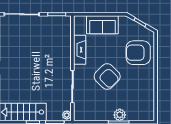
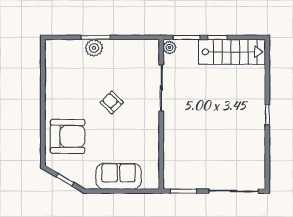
fireplace: (80, 50) -> (151, 140), removed
armchair: (107, 76) -> (112, 102), width x0.53, depth x0.53

